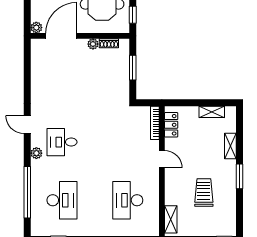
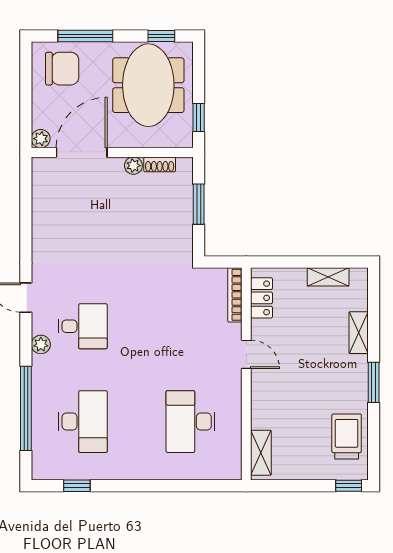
desk: (62, 142) -> (83, 326), turned 180
trolley: (204, 192) -> (347, 436), moved

